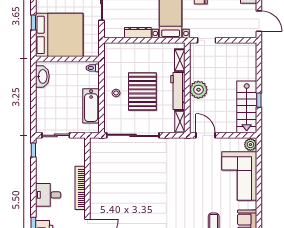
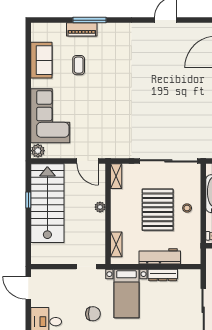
plant: (198, 90) -> (100, 207), width x0.53, depth x0.53
workbench: (178, 91) -> (160, 256), moved, turned -90
stairs: (247, 107) -> (47, 203), width x1.36, depth x1.51

